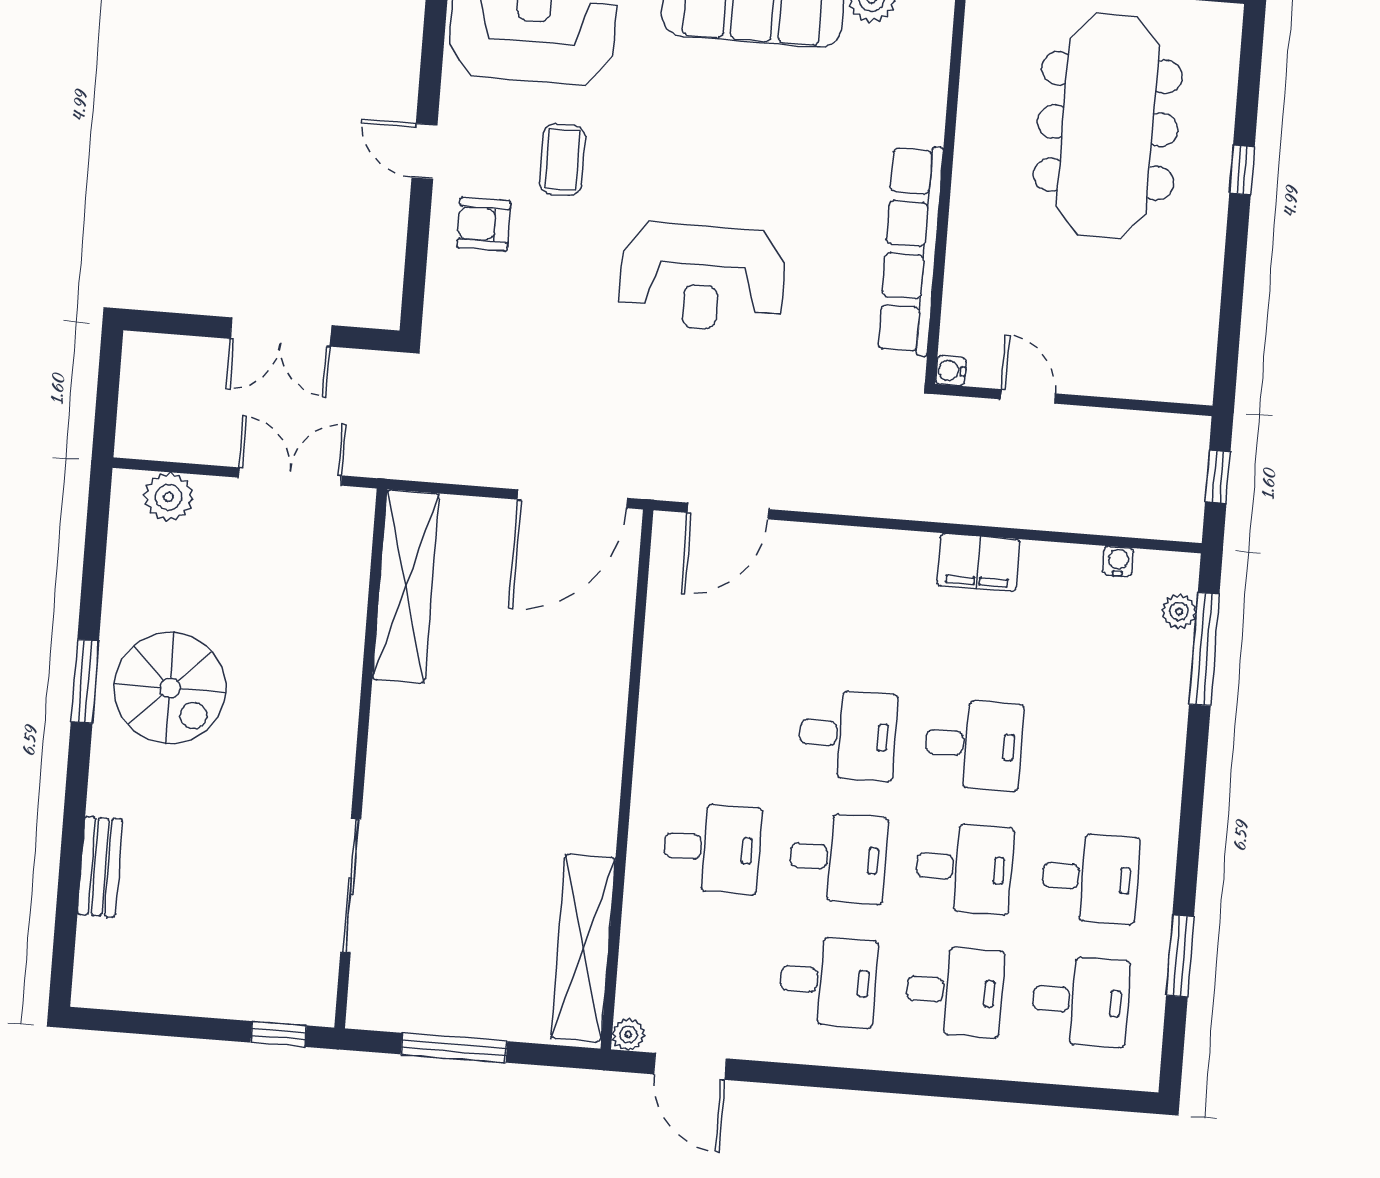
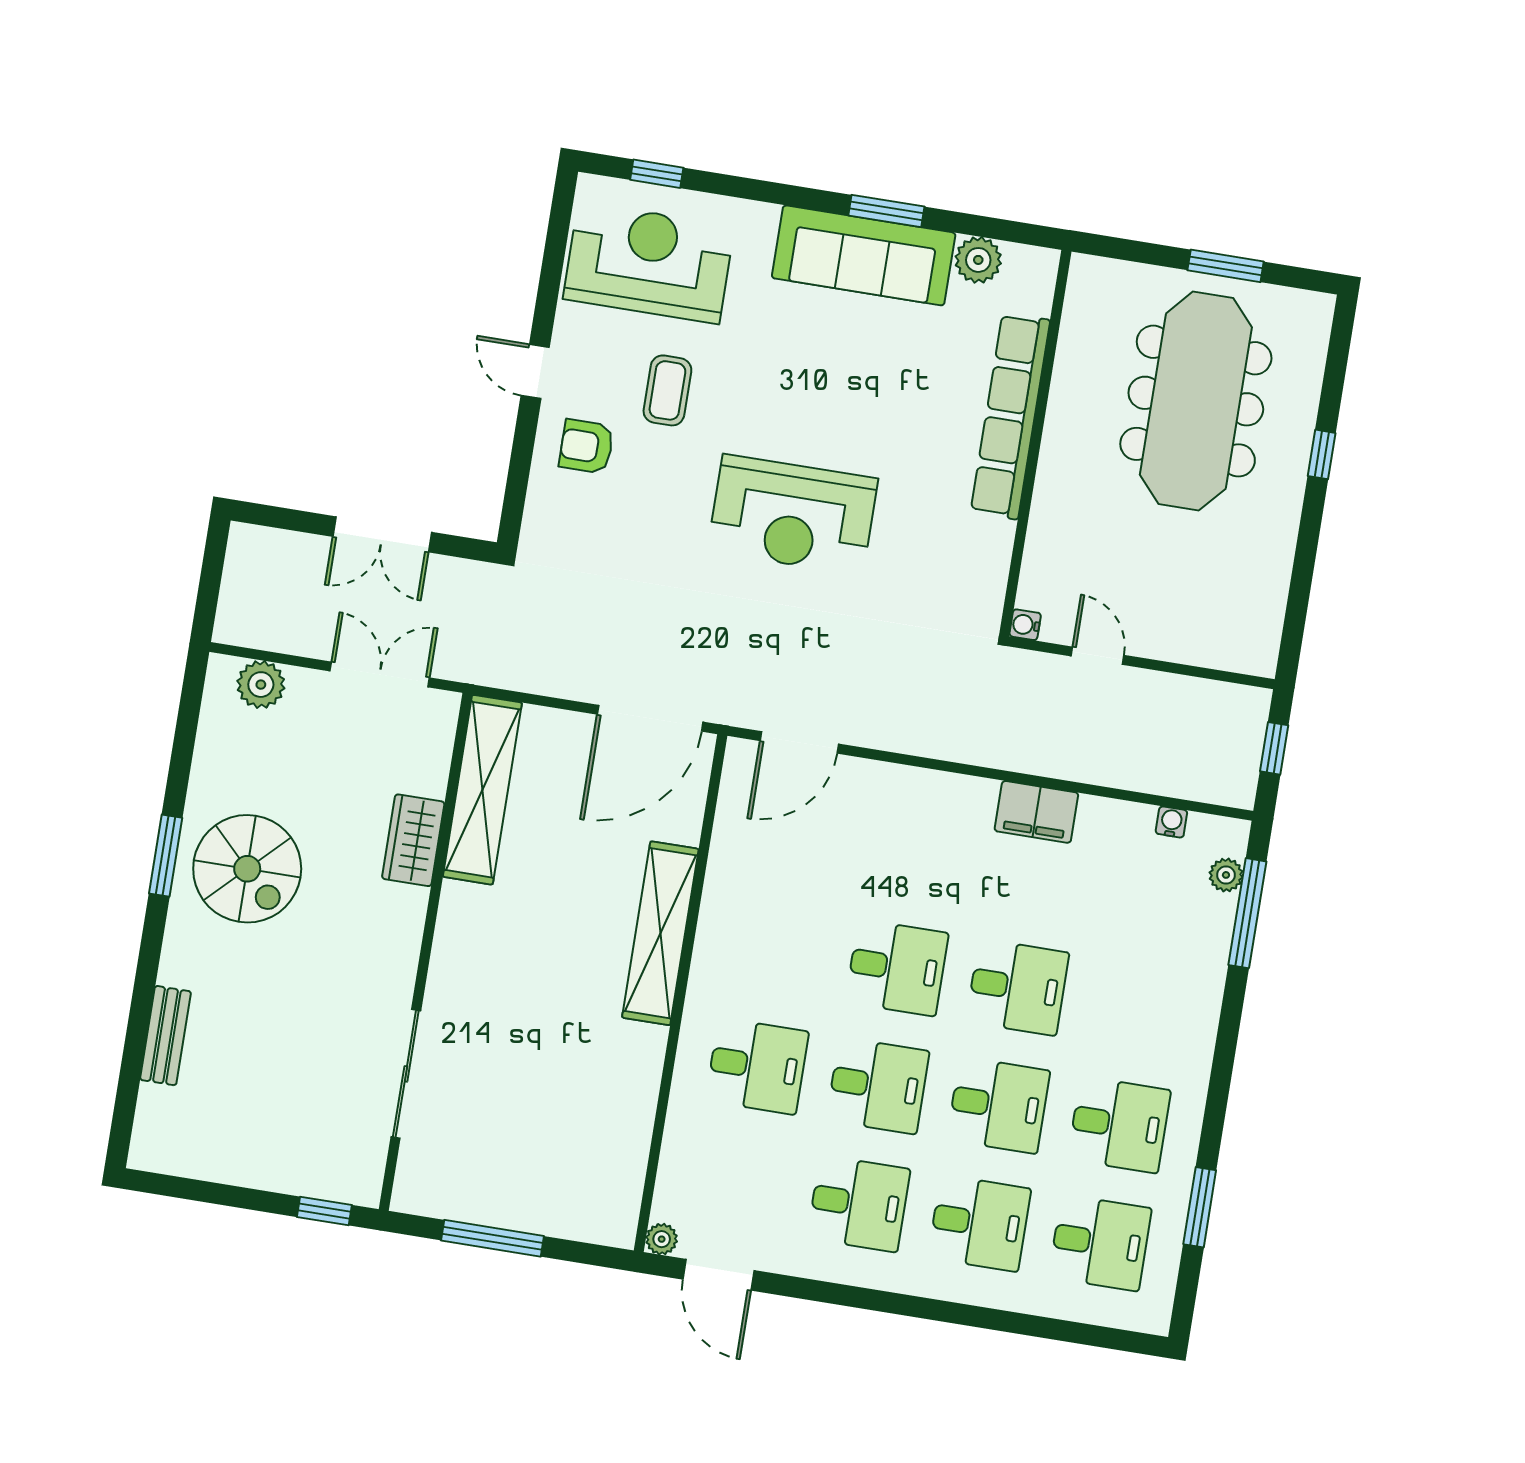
row of seats: (911, 250) -> (1010, 416), moved
wardrobe: (339, 645) -> (413, 840), added
shelving: (583, 948) -> (660, 933), moved

